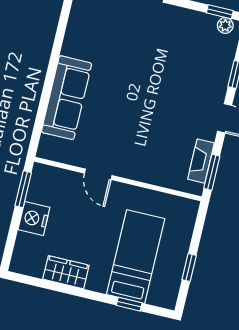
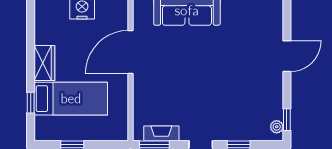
door: (98, 174) -> (131, 52), width x1.87
wardrobe: (66, 272) -> (44, 63), moved

